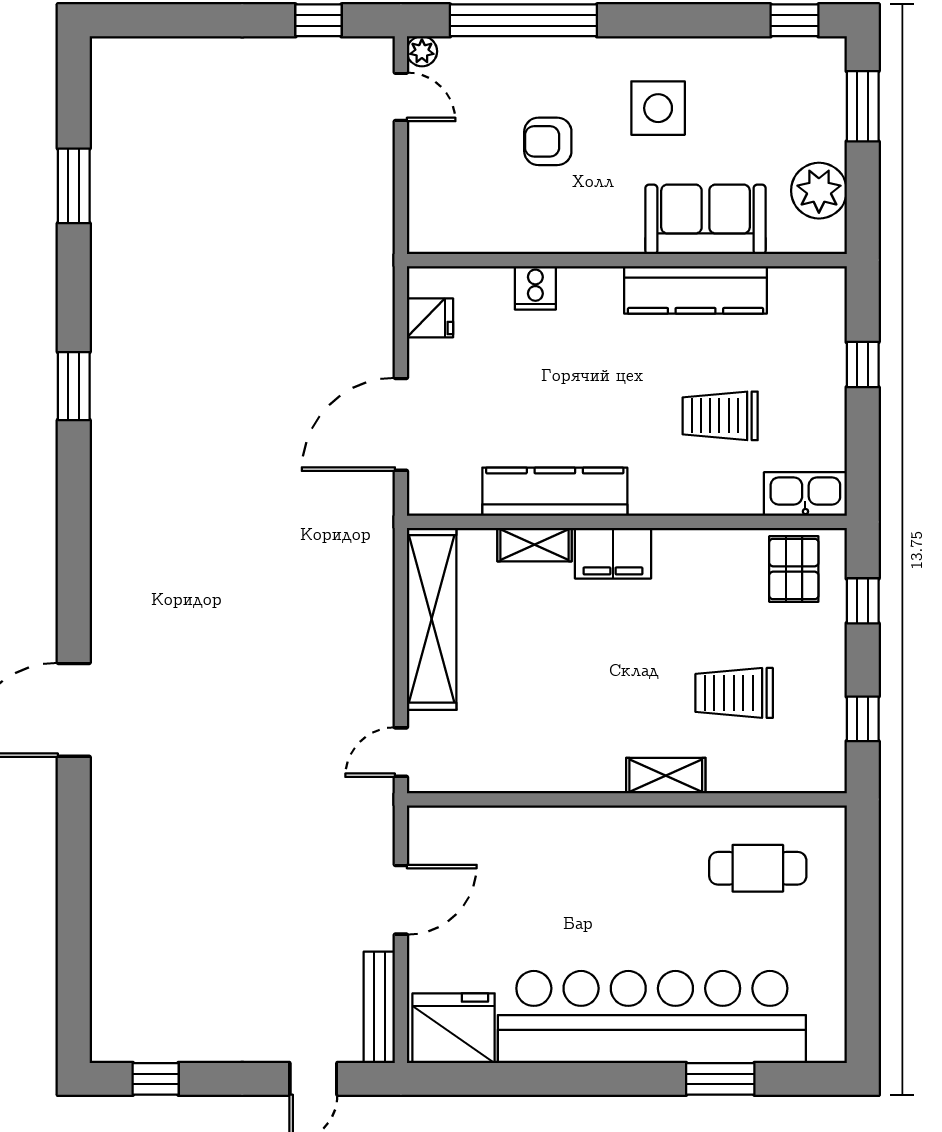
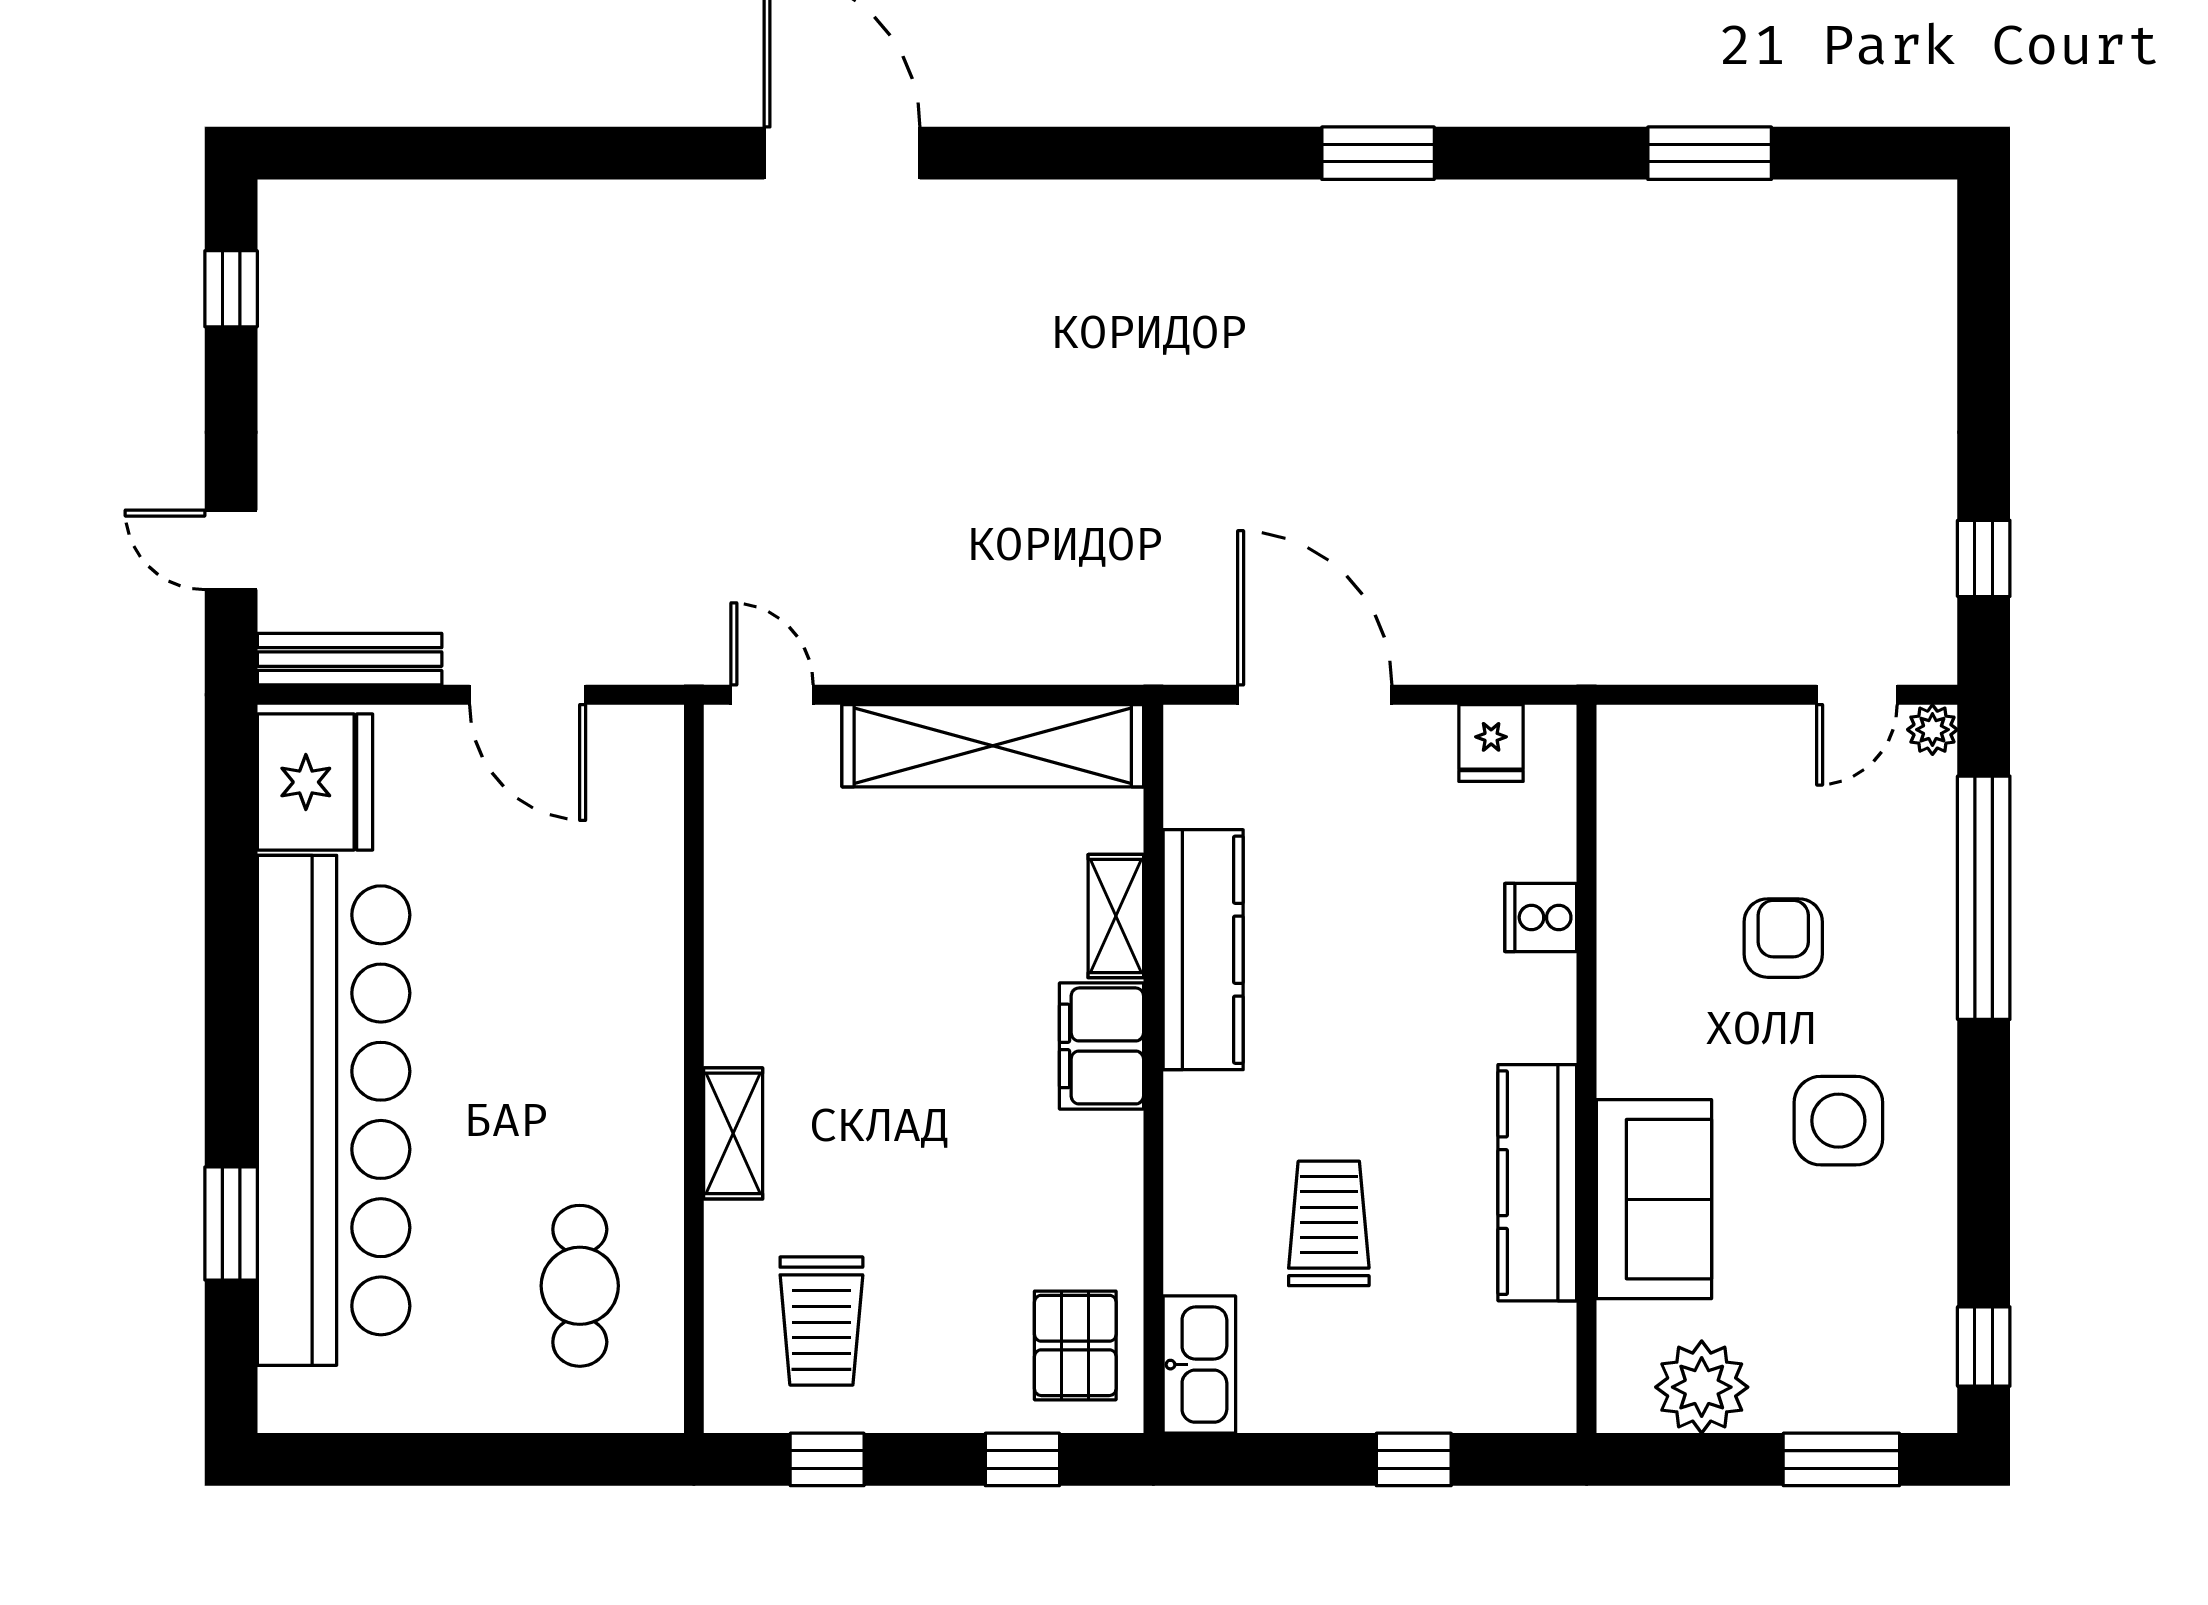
pallet: (794, 569) -> (1075, 1345), turned 90
trolley: (734, 693) -> (821, 1321), moved, turned 180

